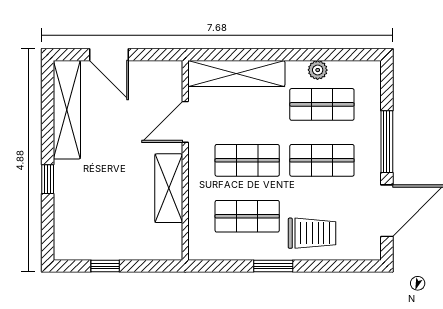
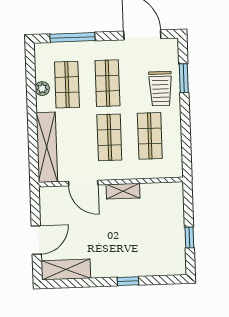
shelving: (67, 110) -> (66, 269), width x0.68
window: (387, 142) -> (72, 37), moved
shelving: (169, 188) -> (123, 191), width x0.67, depth x0.75
trolley: (312, 233) -> (160, 89), turned 180
window: (273, 266) -> (184, 78), moved

